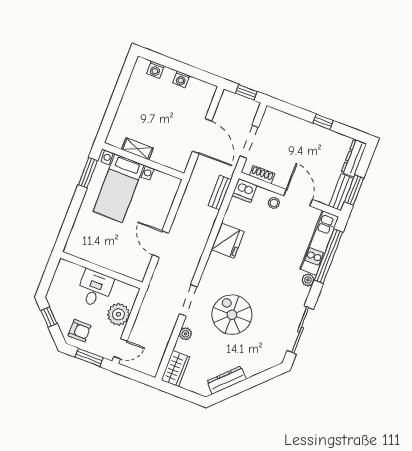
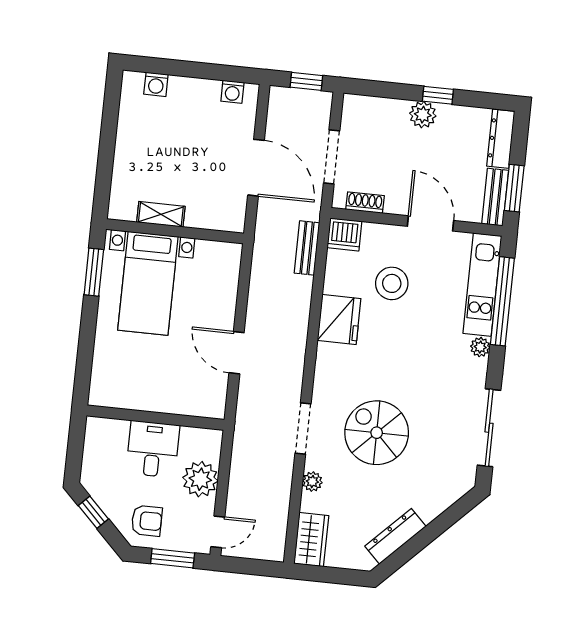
washing machine: (181, 79) -> (232, 92), moved
plant: (311, 131) -> (423, 115), added
stool: (274, 203) -> (392, 283), moved, width x1.89, depth x1.89

